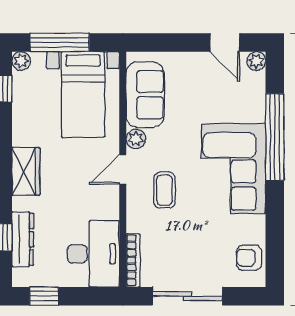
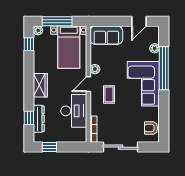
door: (225, 42) -> (139, 21), hinge flipped
plant: (256, 61) -> (155, 48), moved
sofa: (145, 95) -> (106, 35), moved, turned 90
desk: (93, 254) -> (74, 111), moved

